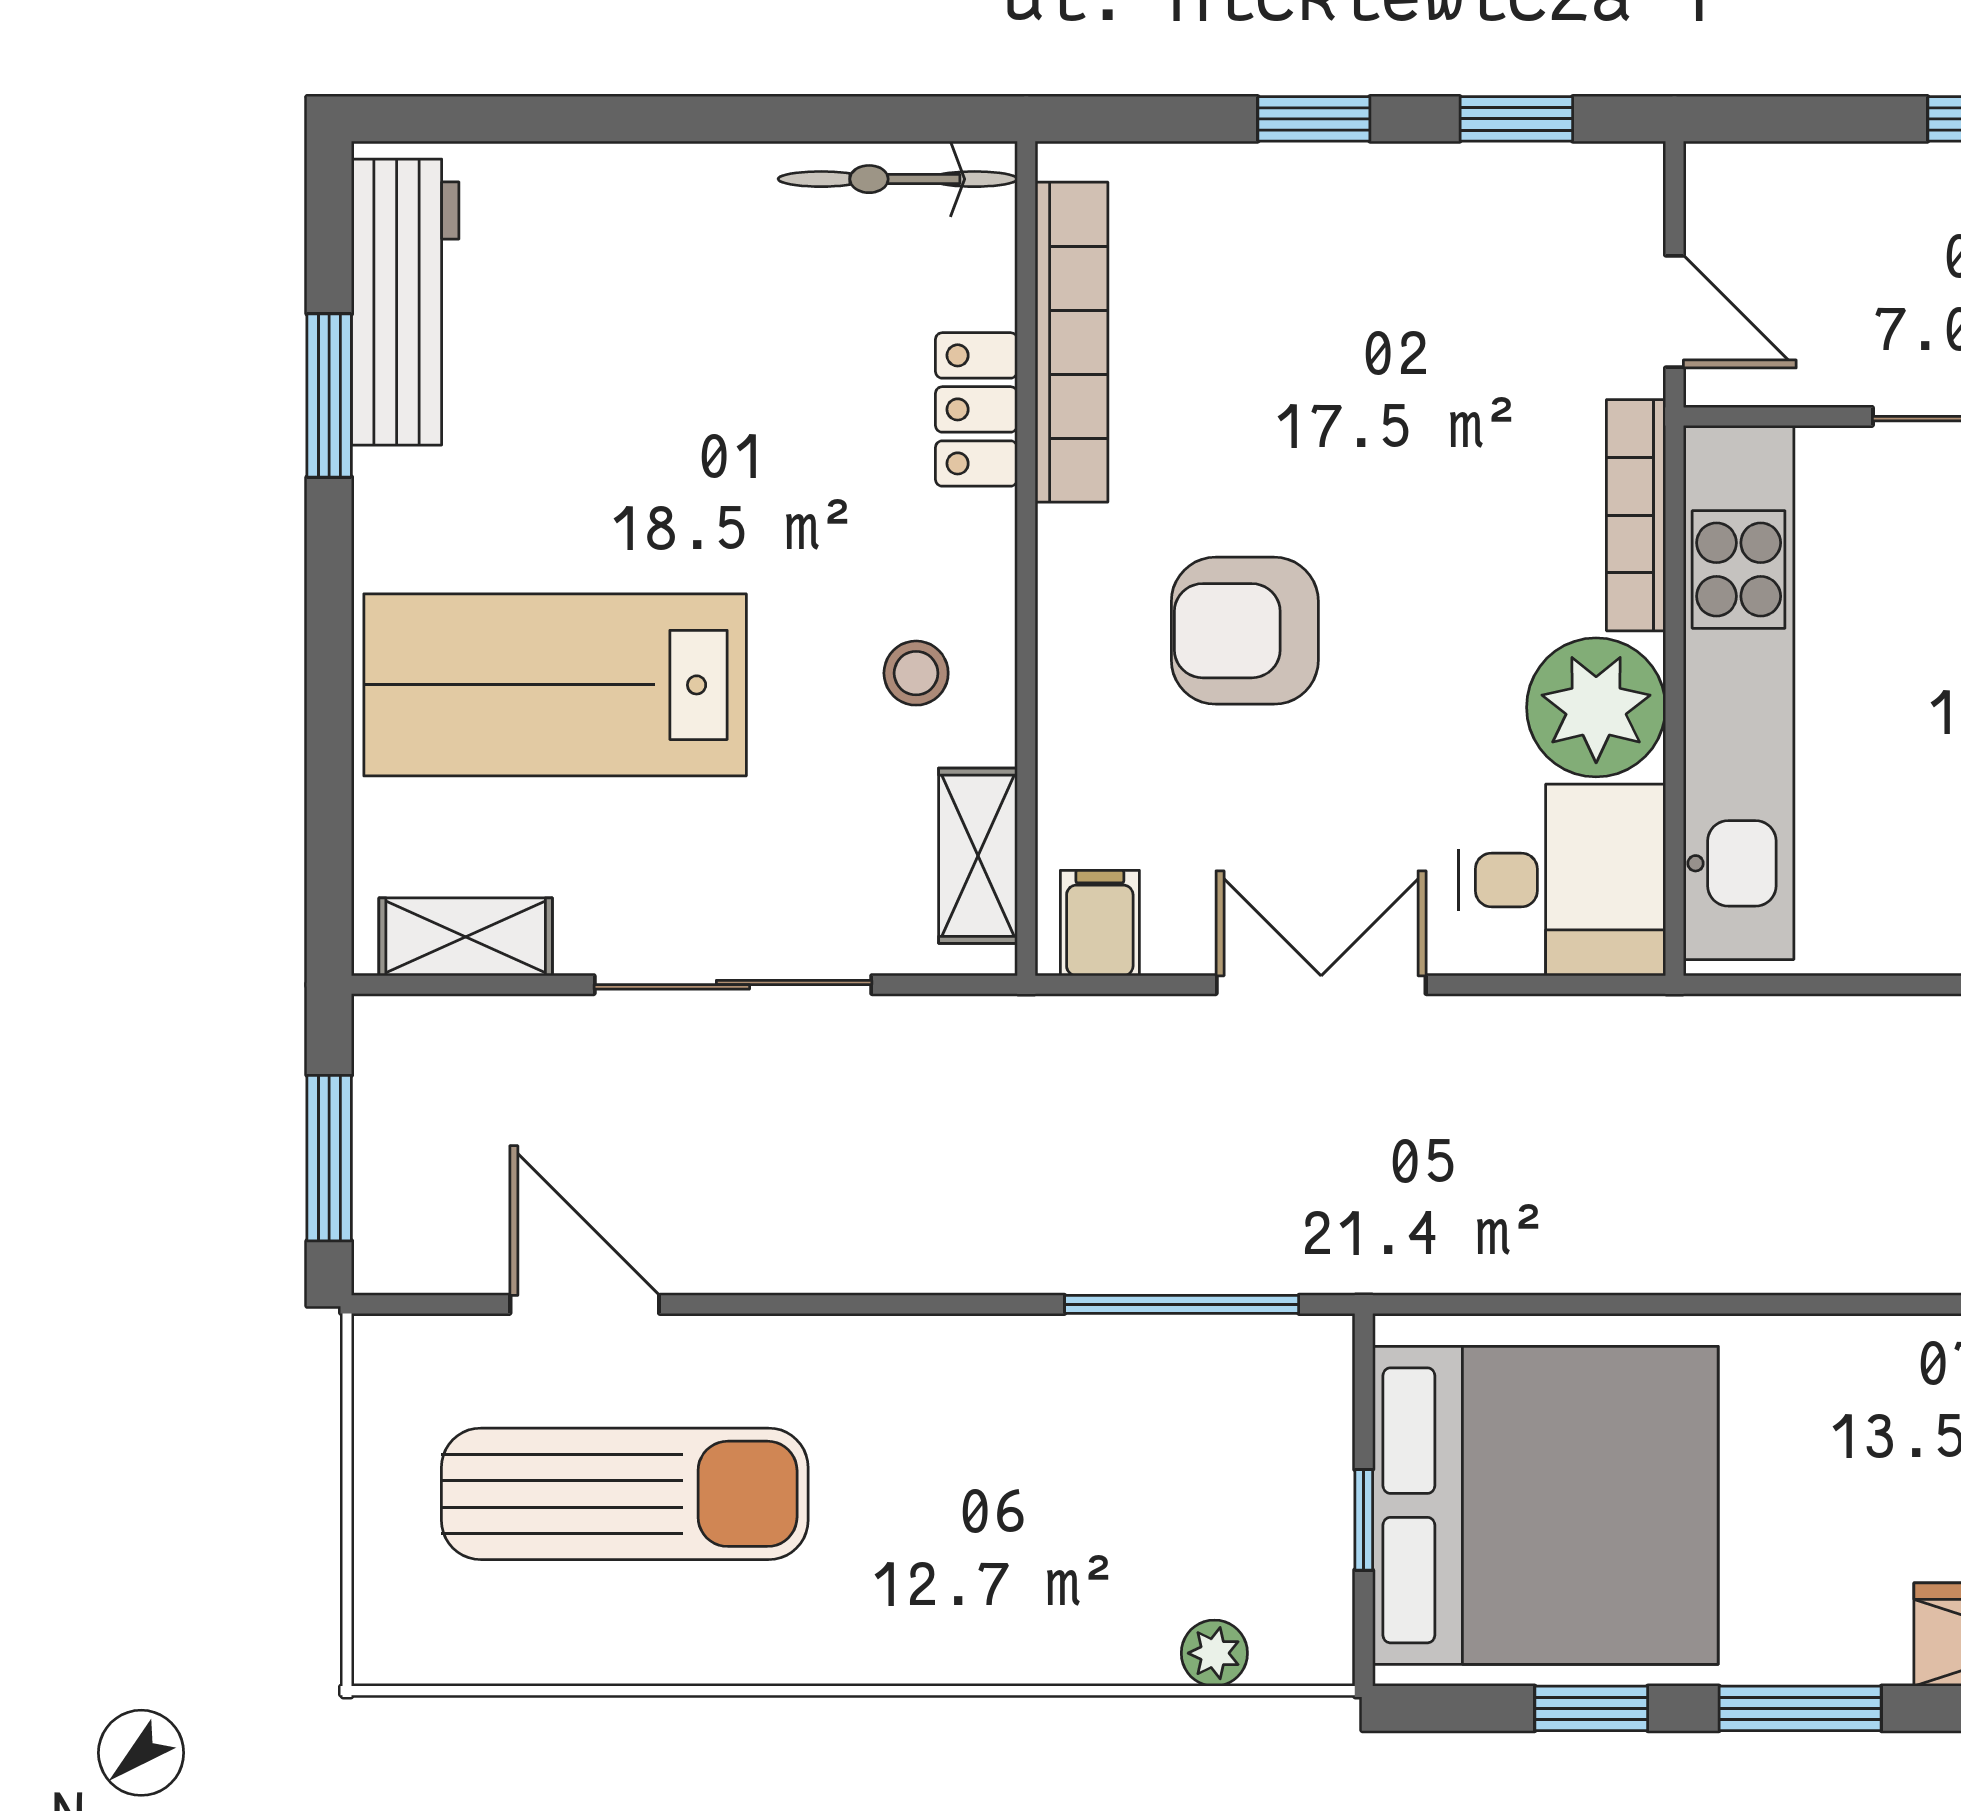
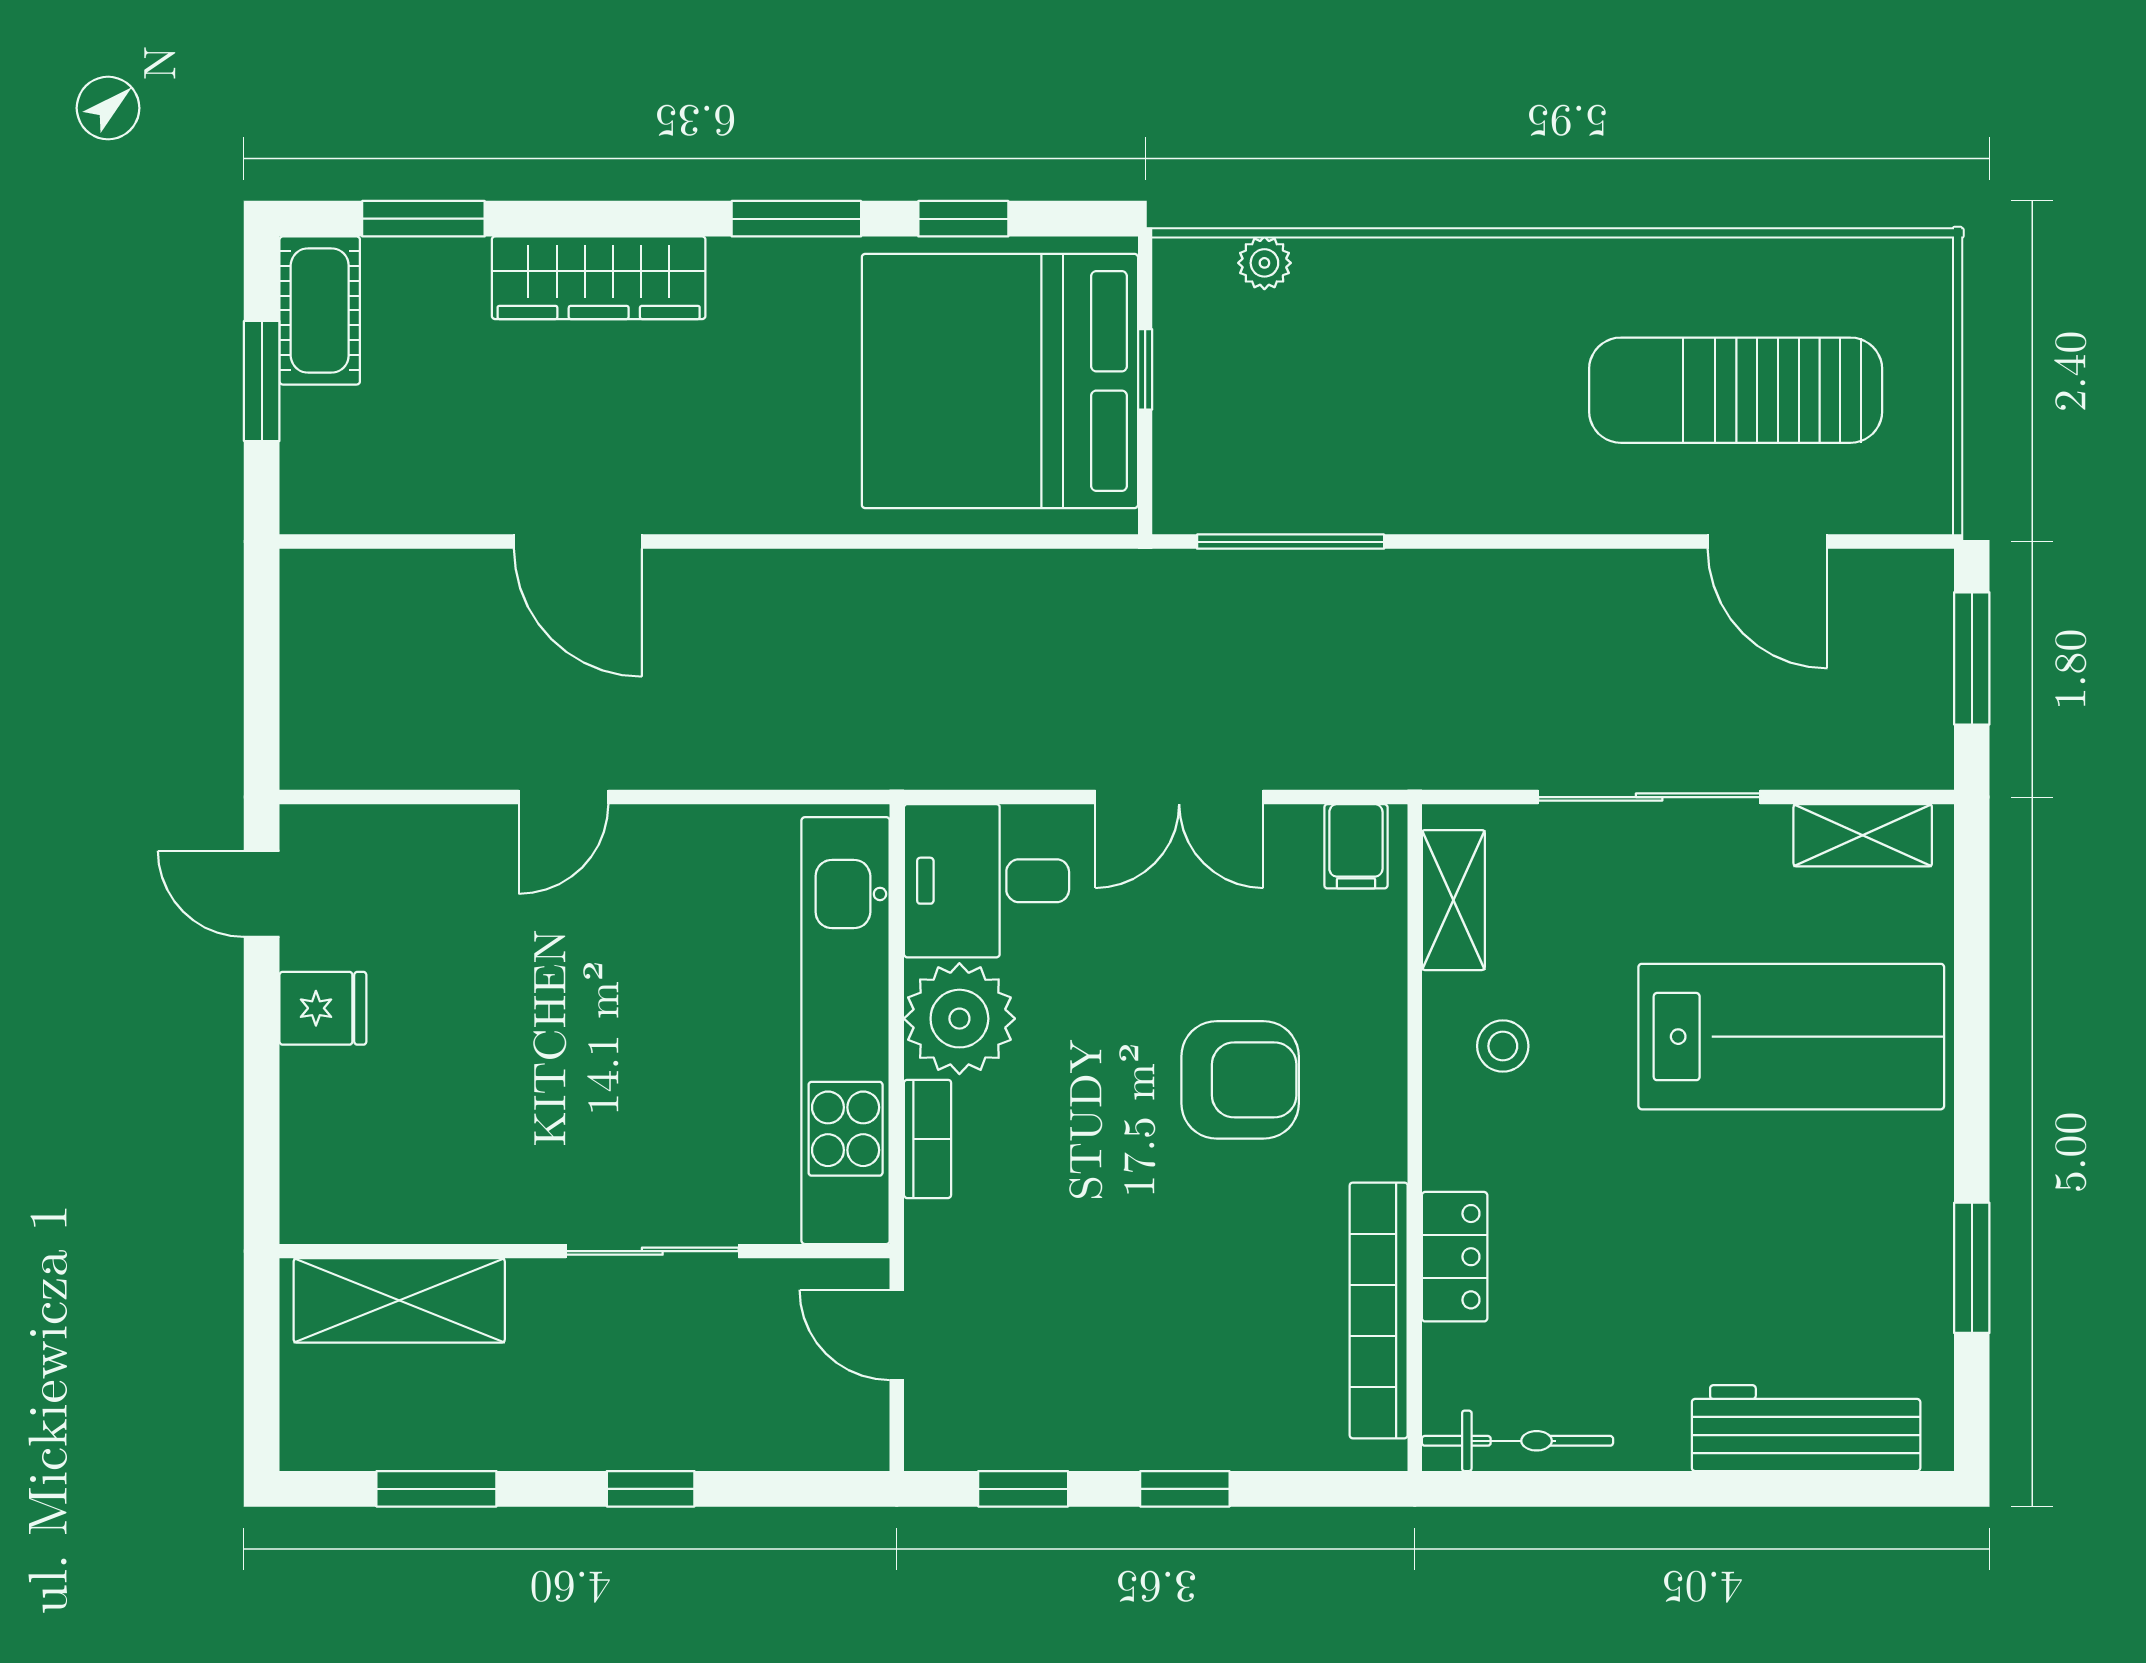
workbench: (405, 302) -> (1806, 1428), moved, turned 90
bookcase: (1636, 515) -> (928, 1139), width x0.64

